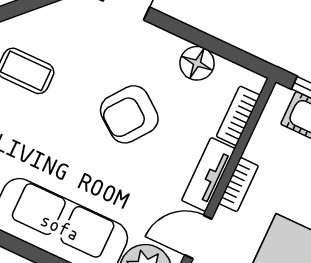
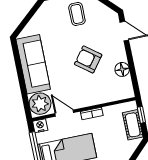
bookcase: (238, 116) -> (115, 96), removed
tv unit: (208, 174) -> (88, 101), removed

